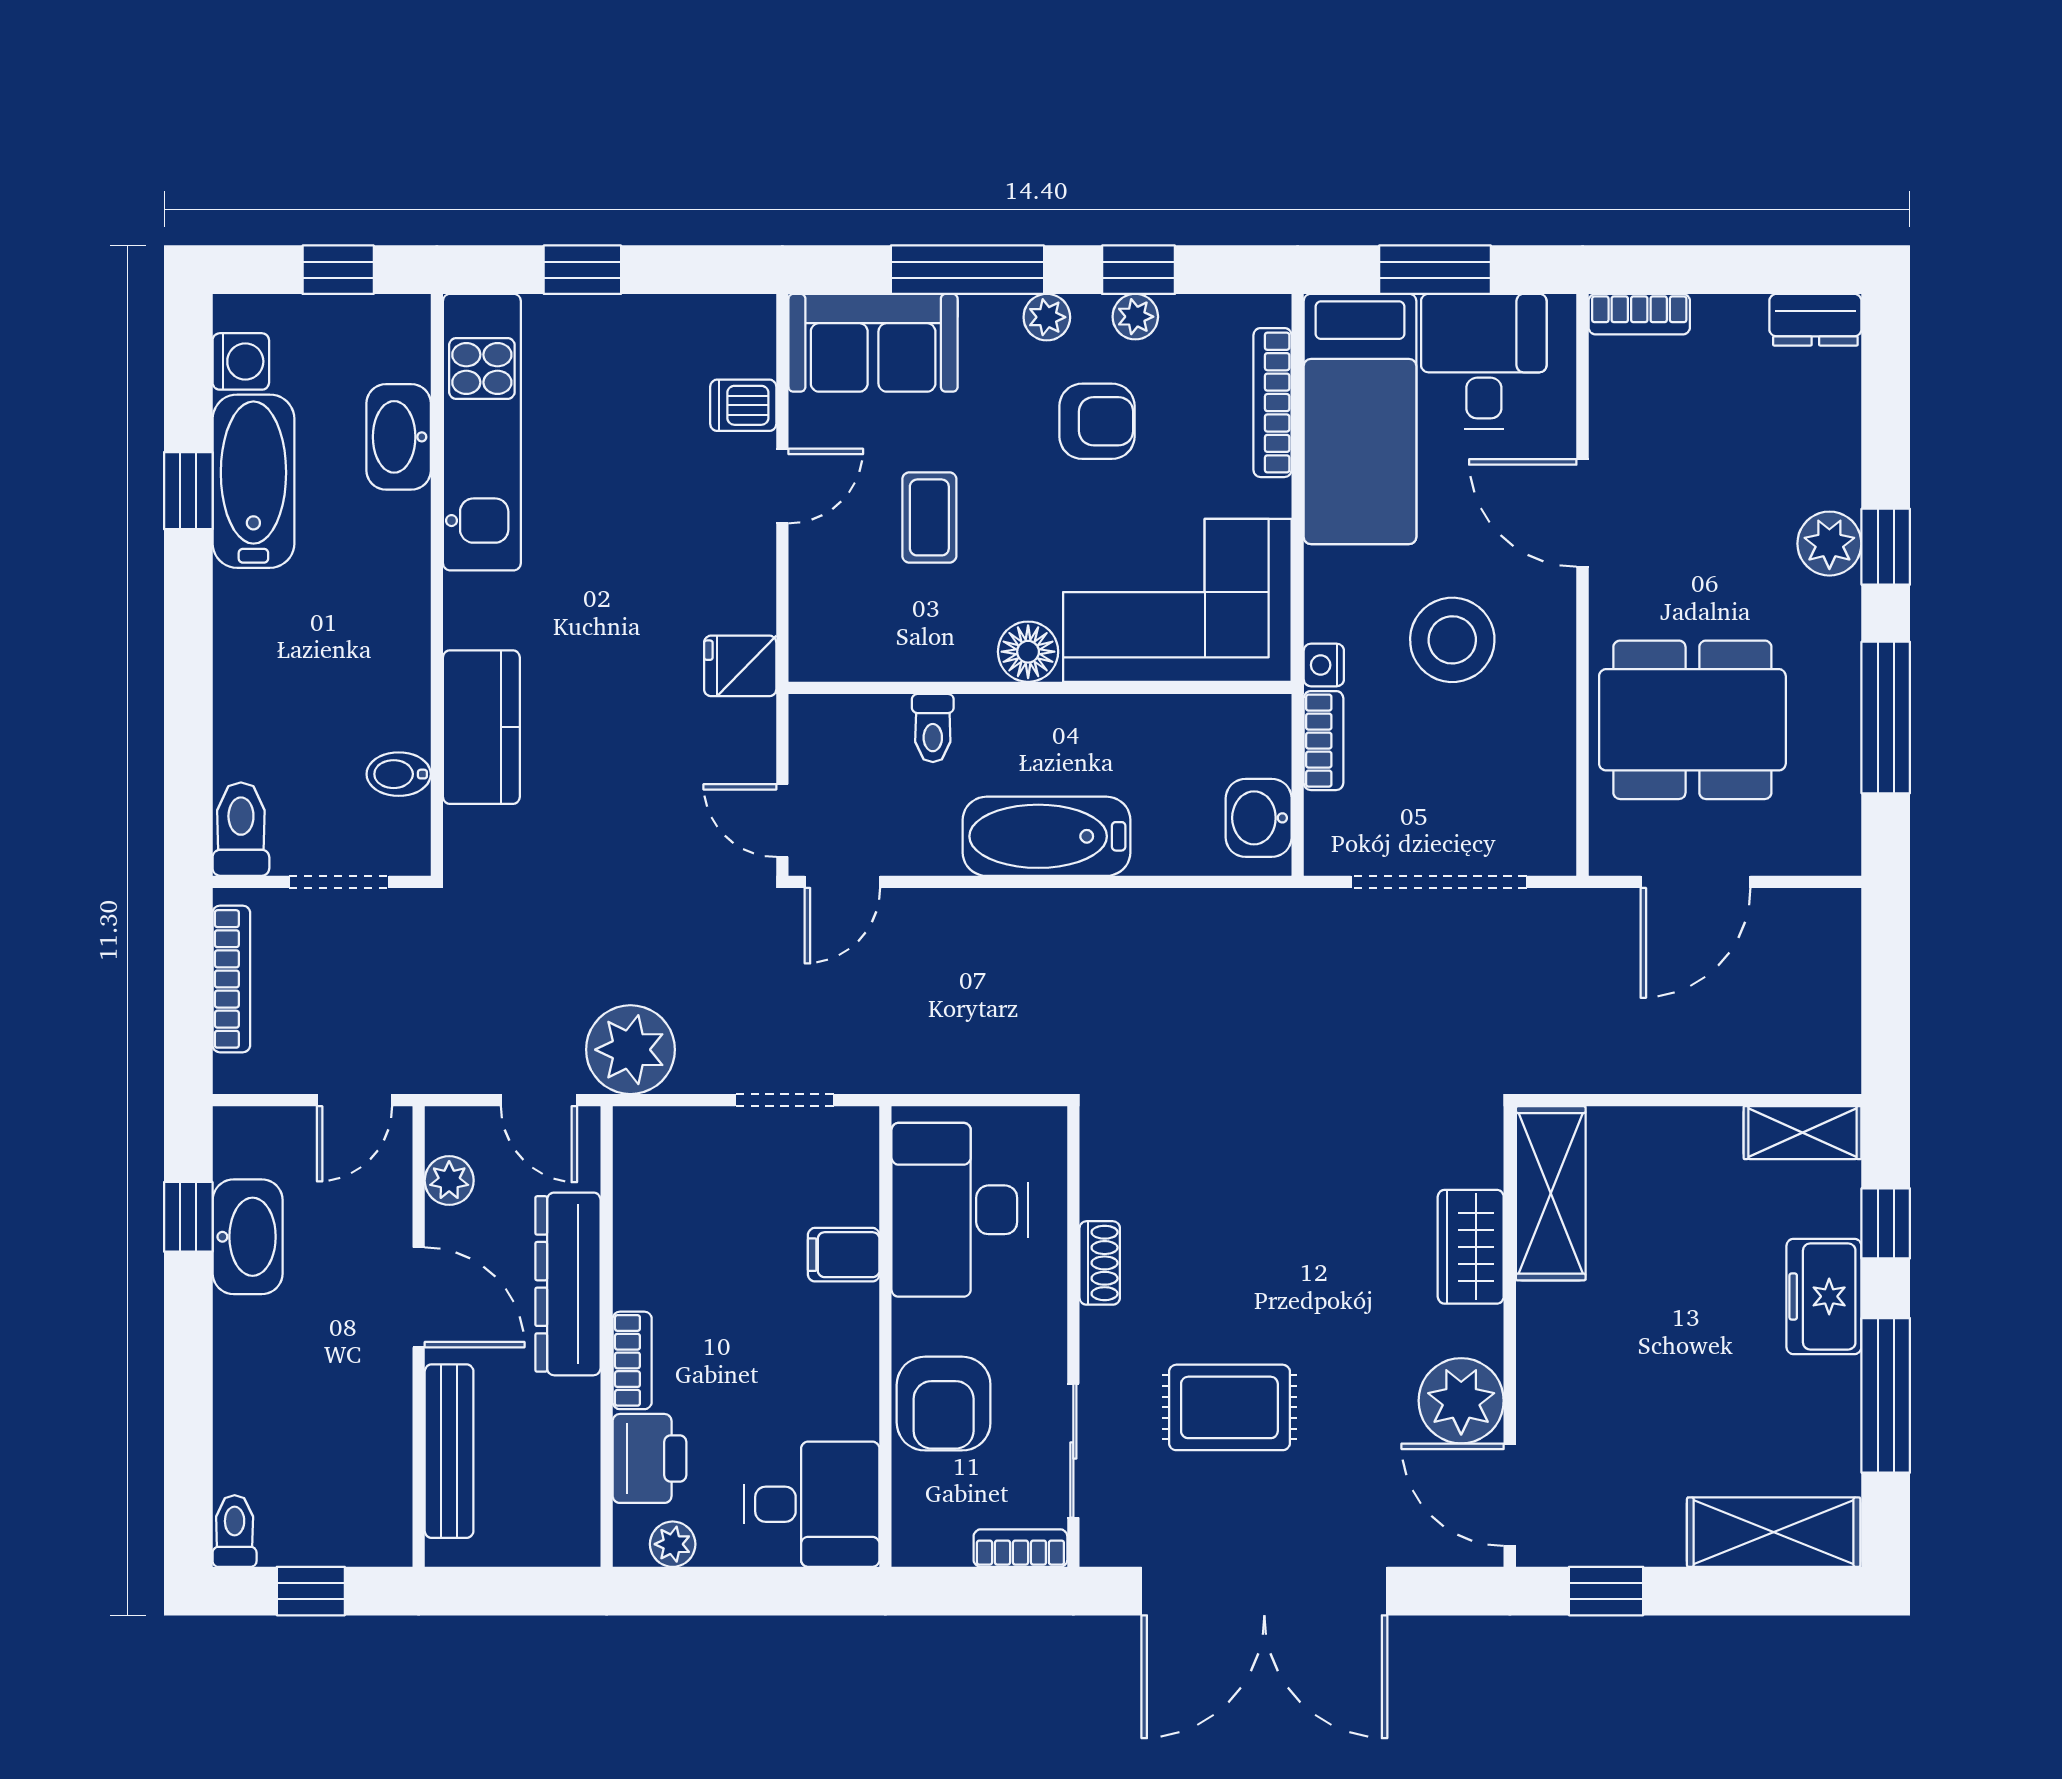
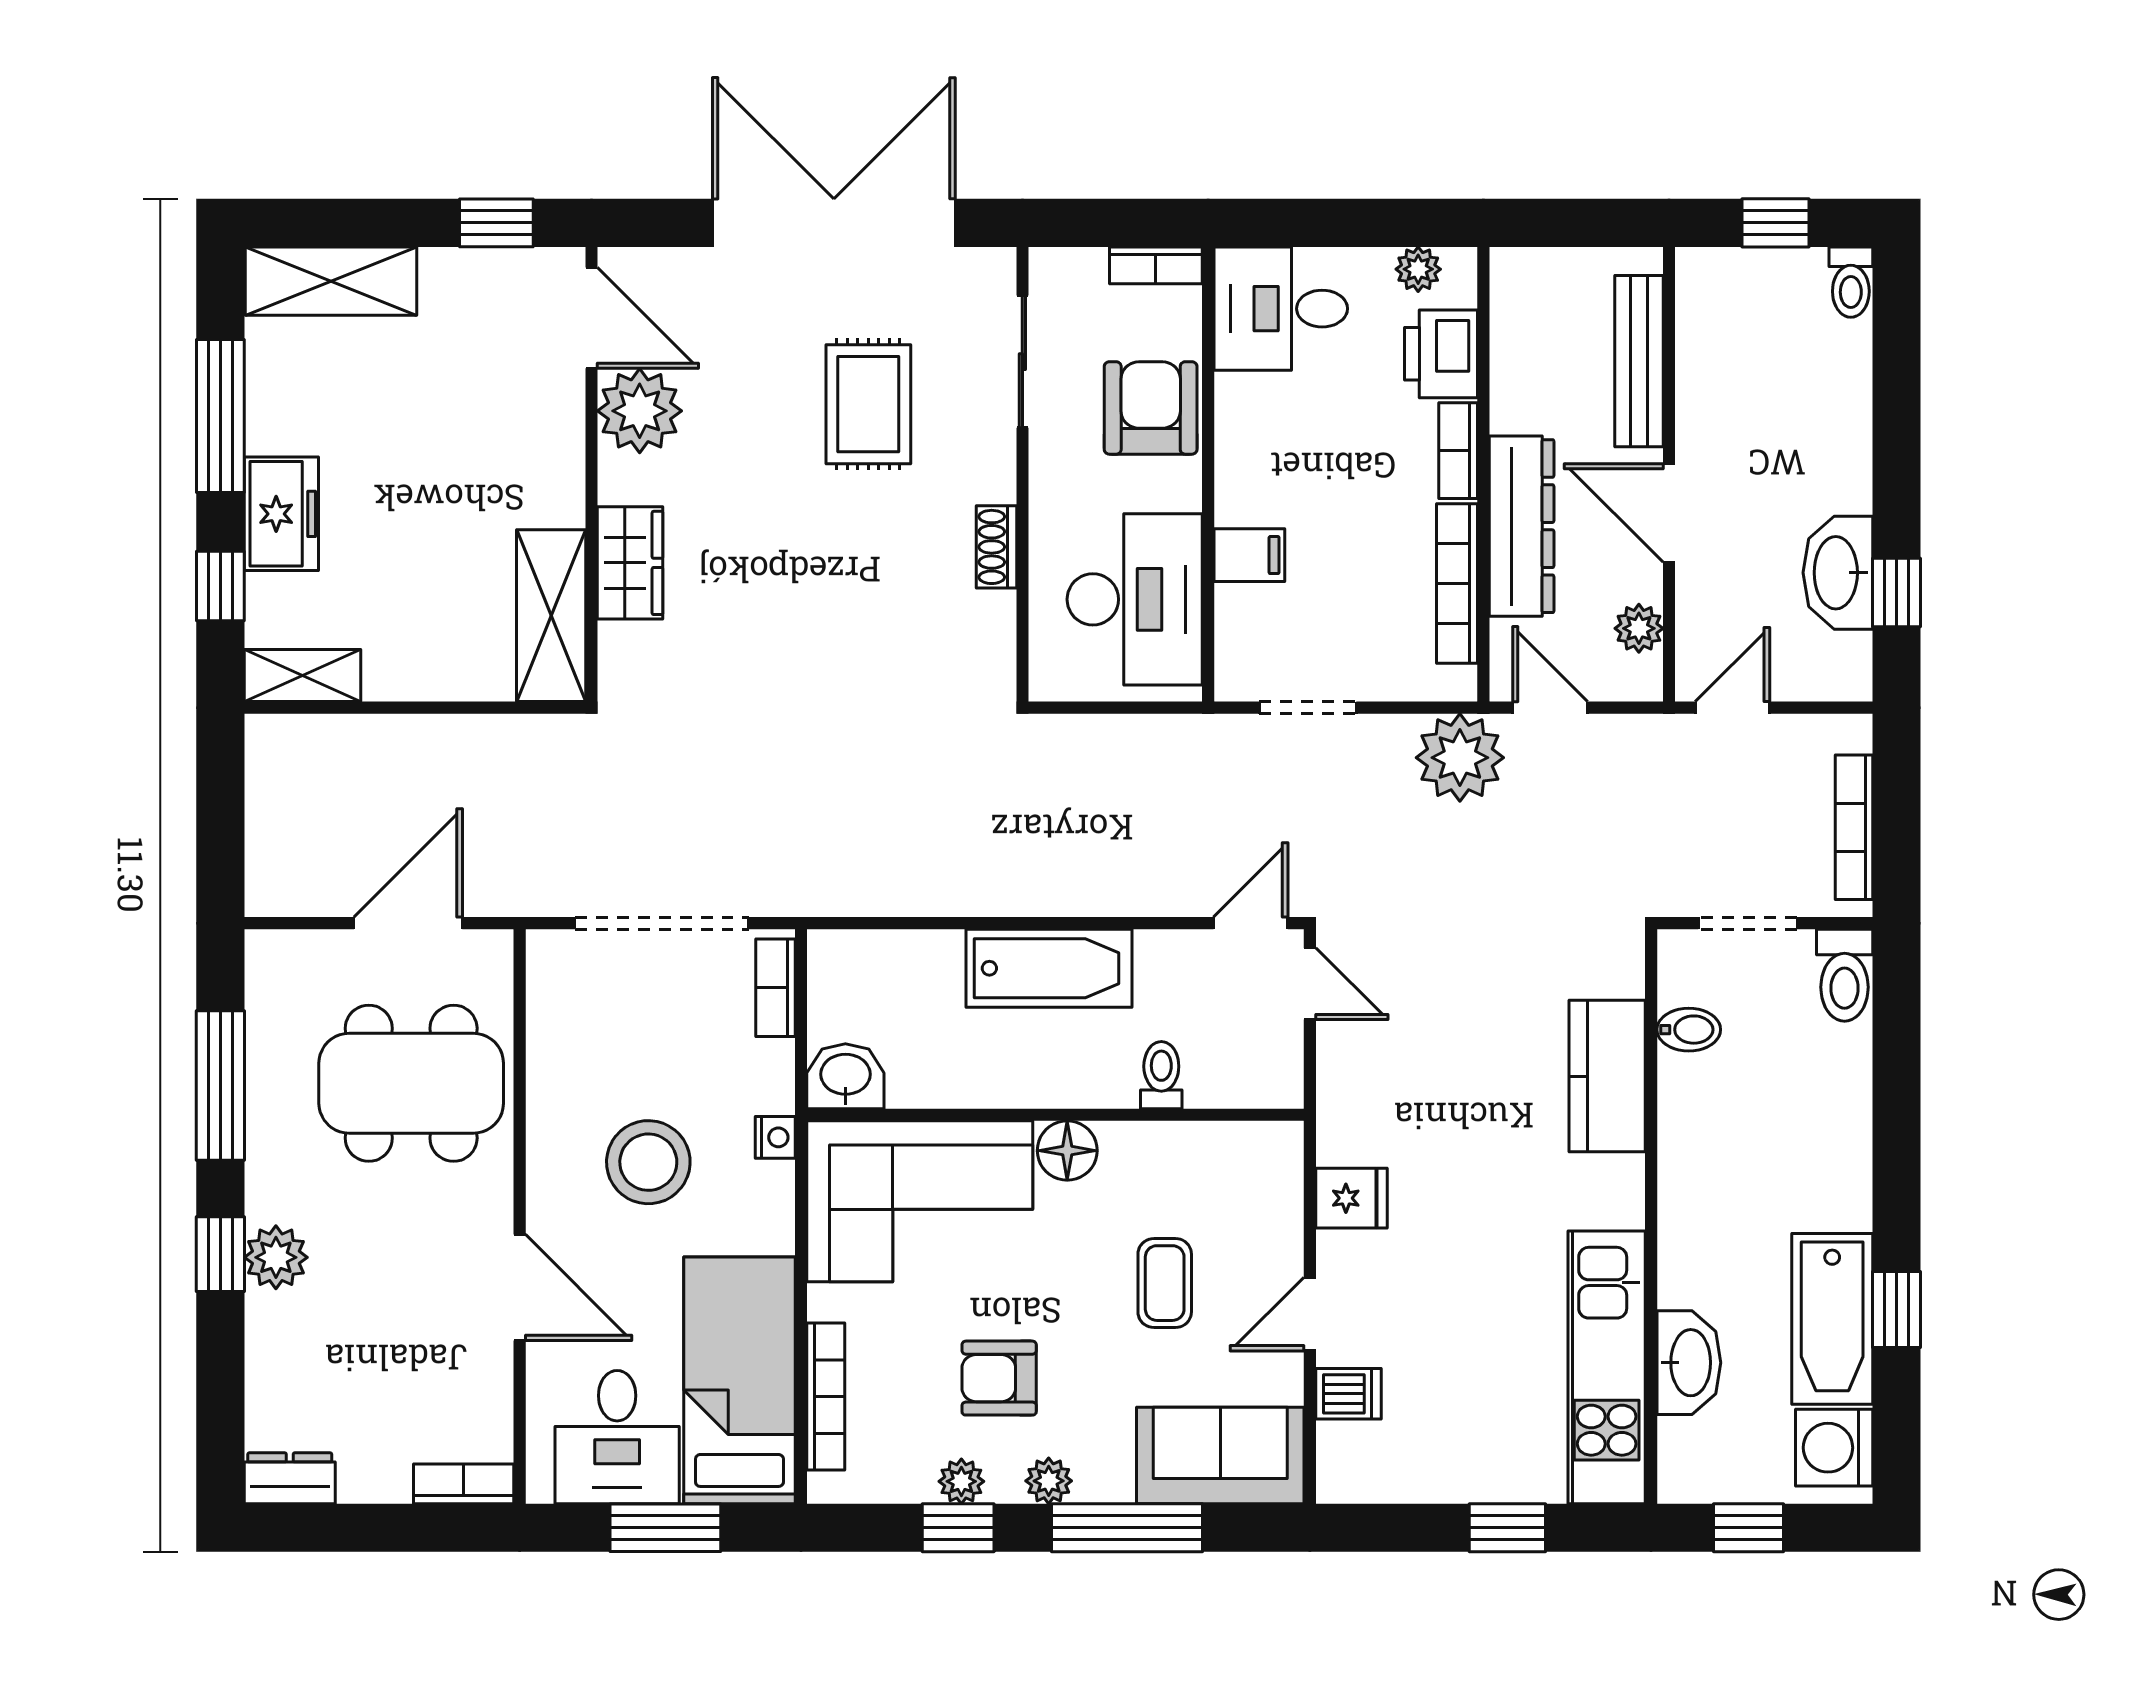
washing machine: (241, 361) -> (1834, 1448), width x1.38, depth x1.38
fridge: (740, 666) -> (1351, 1198), moved
bookcase: (1323, 741) -> (775, 988), moved
washbasin: (1259, 818) -> (845, 1076), moved, turned -90
bookcase: (633, 1226) -> (1457, 583), added
rug: (1229, 1407) -> (868, 404), turned 90
bookcase: (1020, 1548) -> (1156, 265), moved

